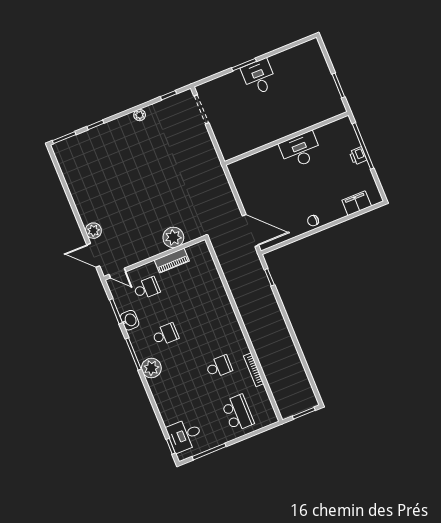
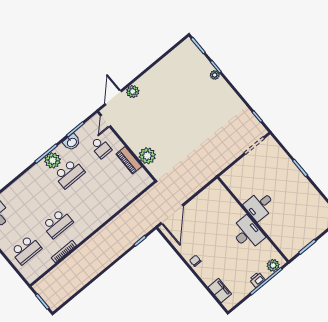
desk: (259, 77) -> (260, 206), moved, turned 180
plant: (140, 115) -> (215, 75), moved
plant: (347, 132) -> (273, 265), added
school desk: (165, 335) -> (69, 174), width x1.85
school desk: (219, 367) -> (58, 224), width x1.85
plant: (151, 368) -> (53, 160), moved

